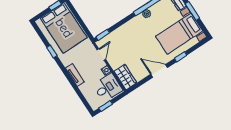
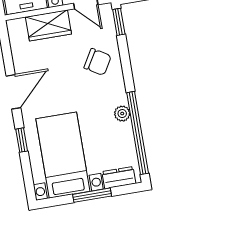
chair: (127, 37) -> (98, 62), added
wardrobe: (125, 77) -> (48, 25), moved

